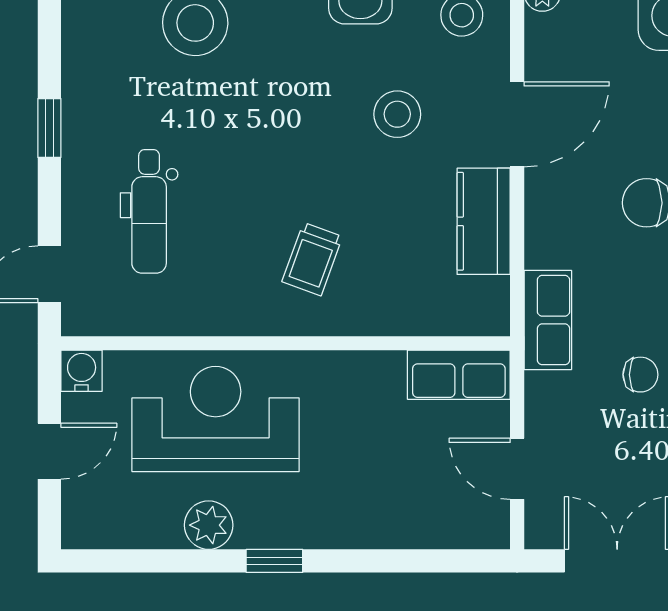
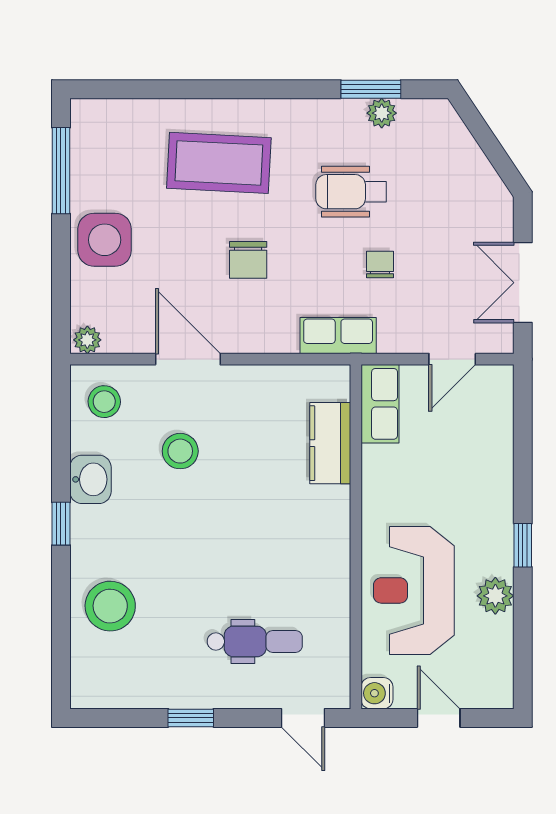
kitchen counter: (484, 221) -> (330, 443), moved, turned 90
trolley: (312, 259) -> (291, 516), removed

